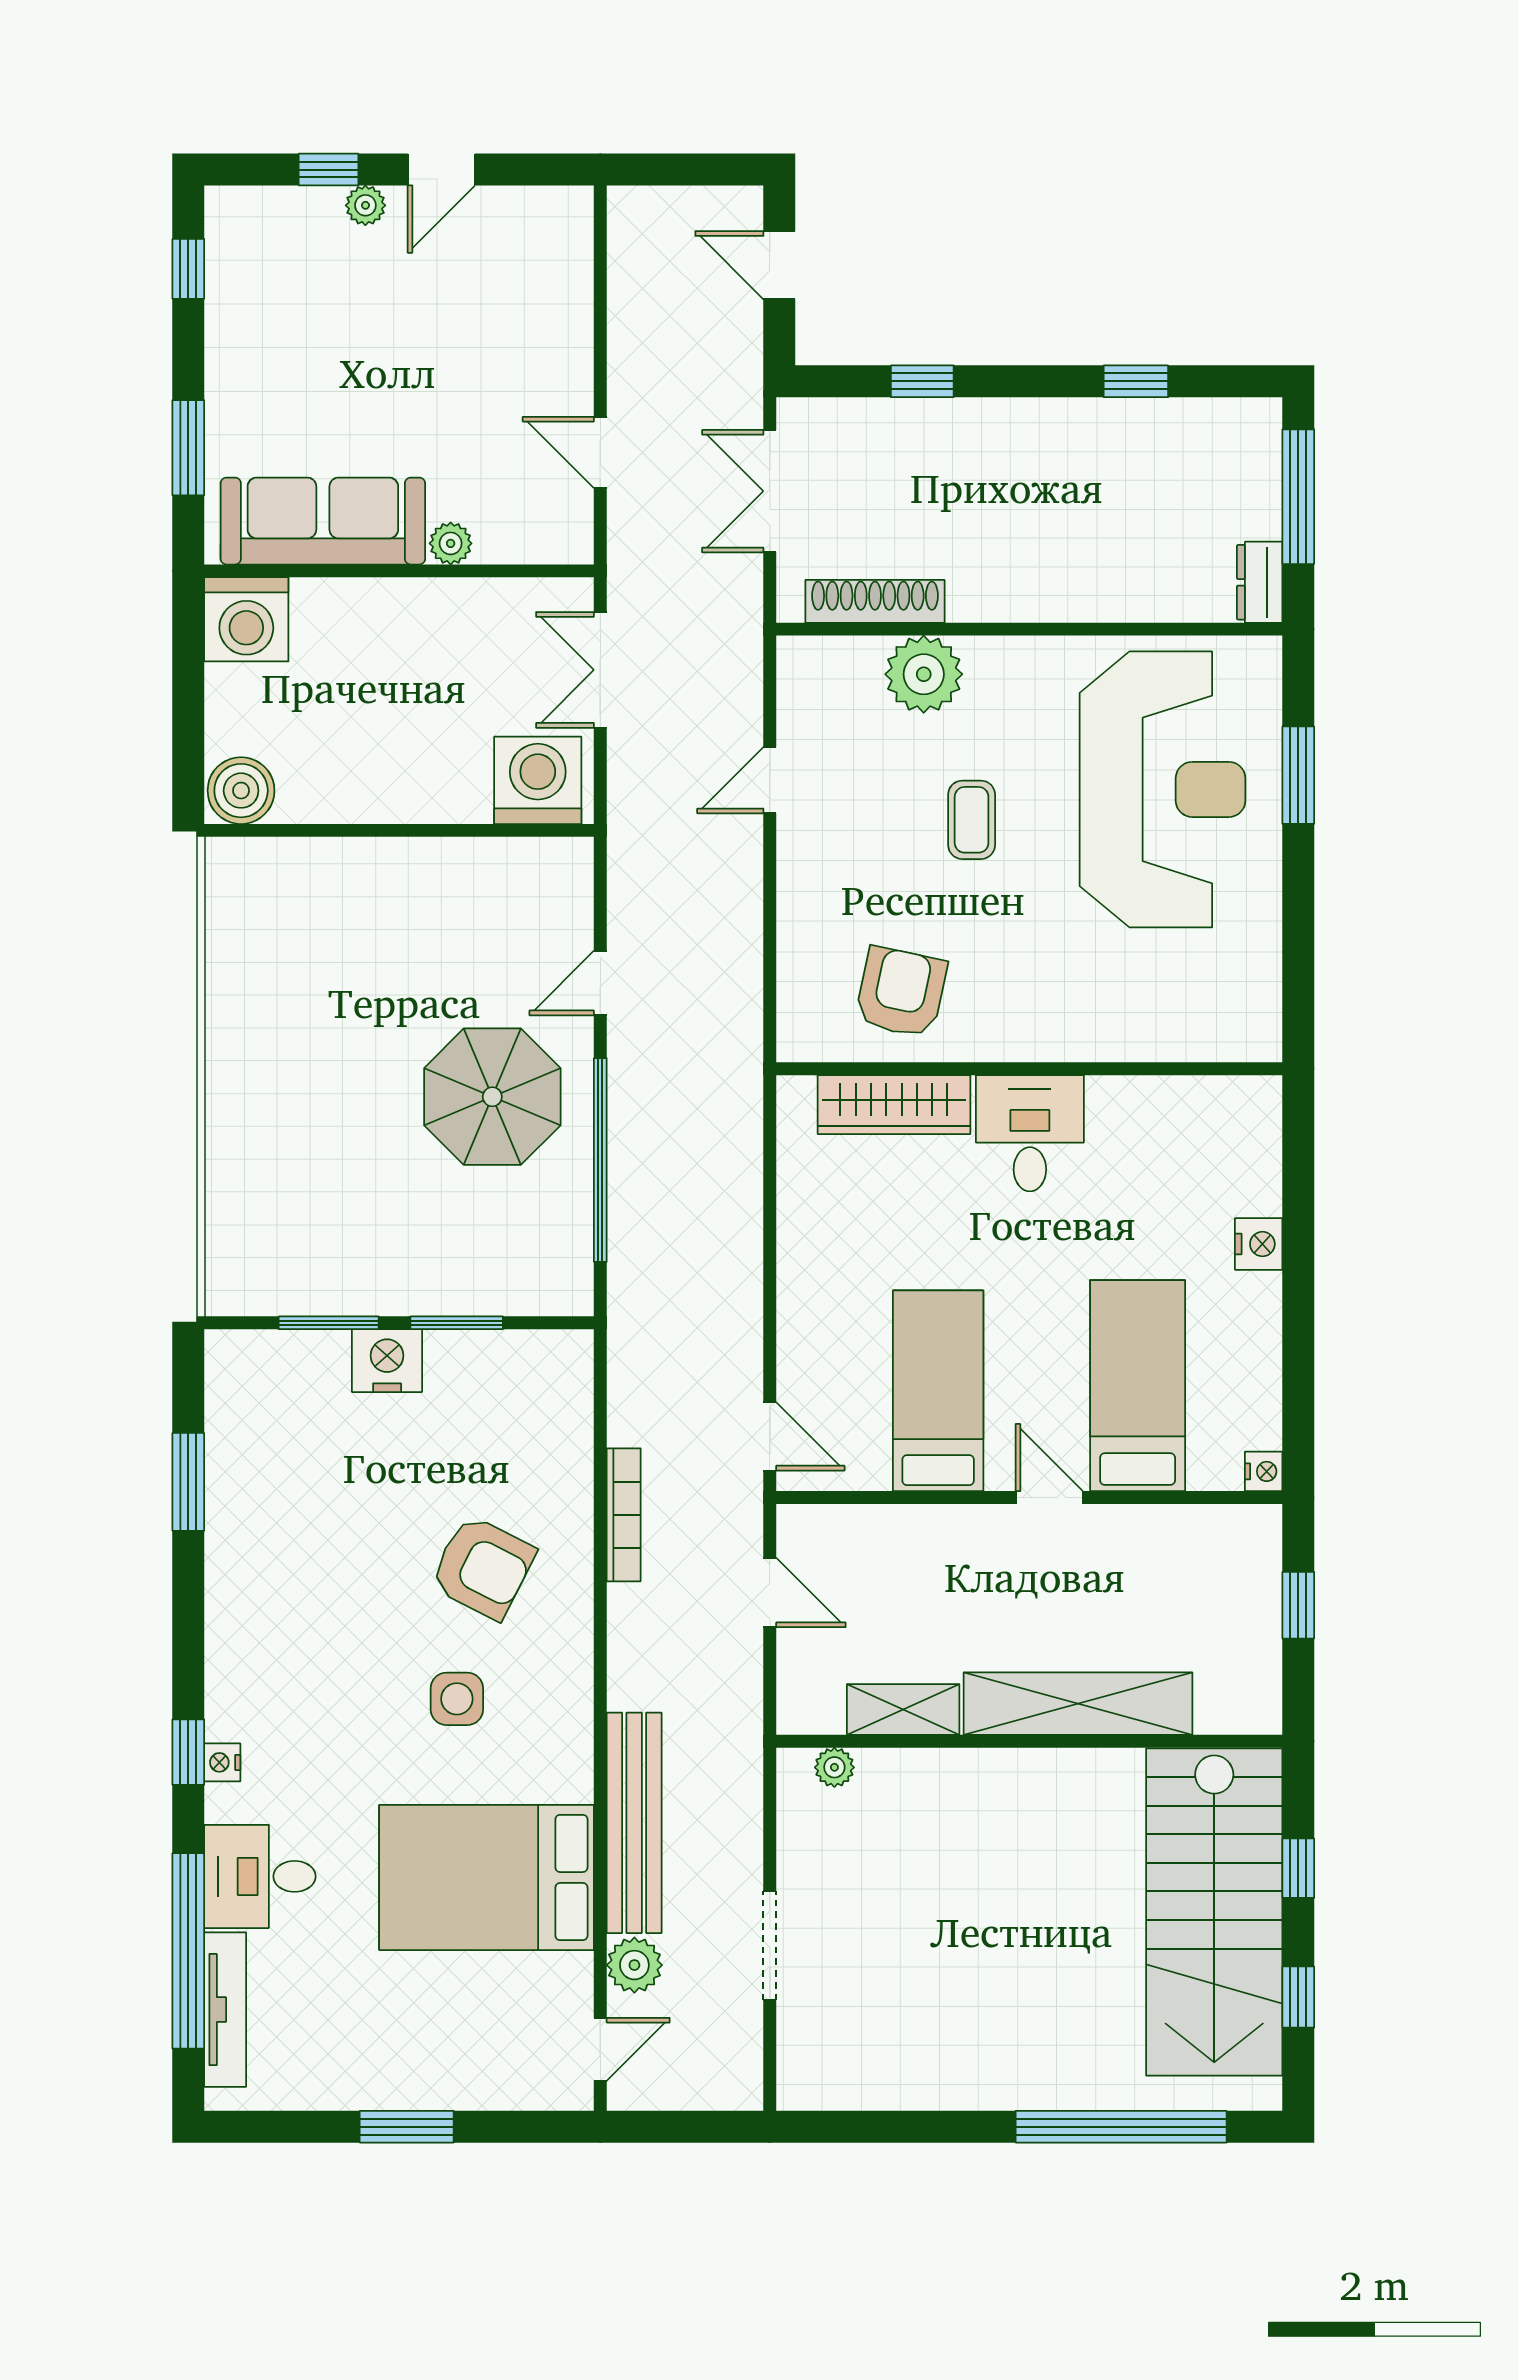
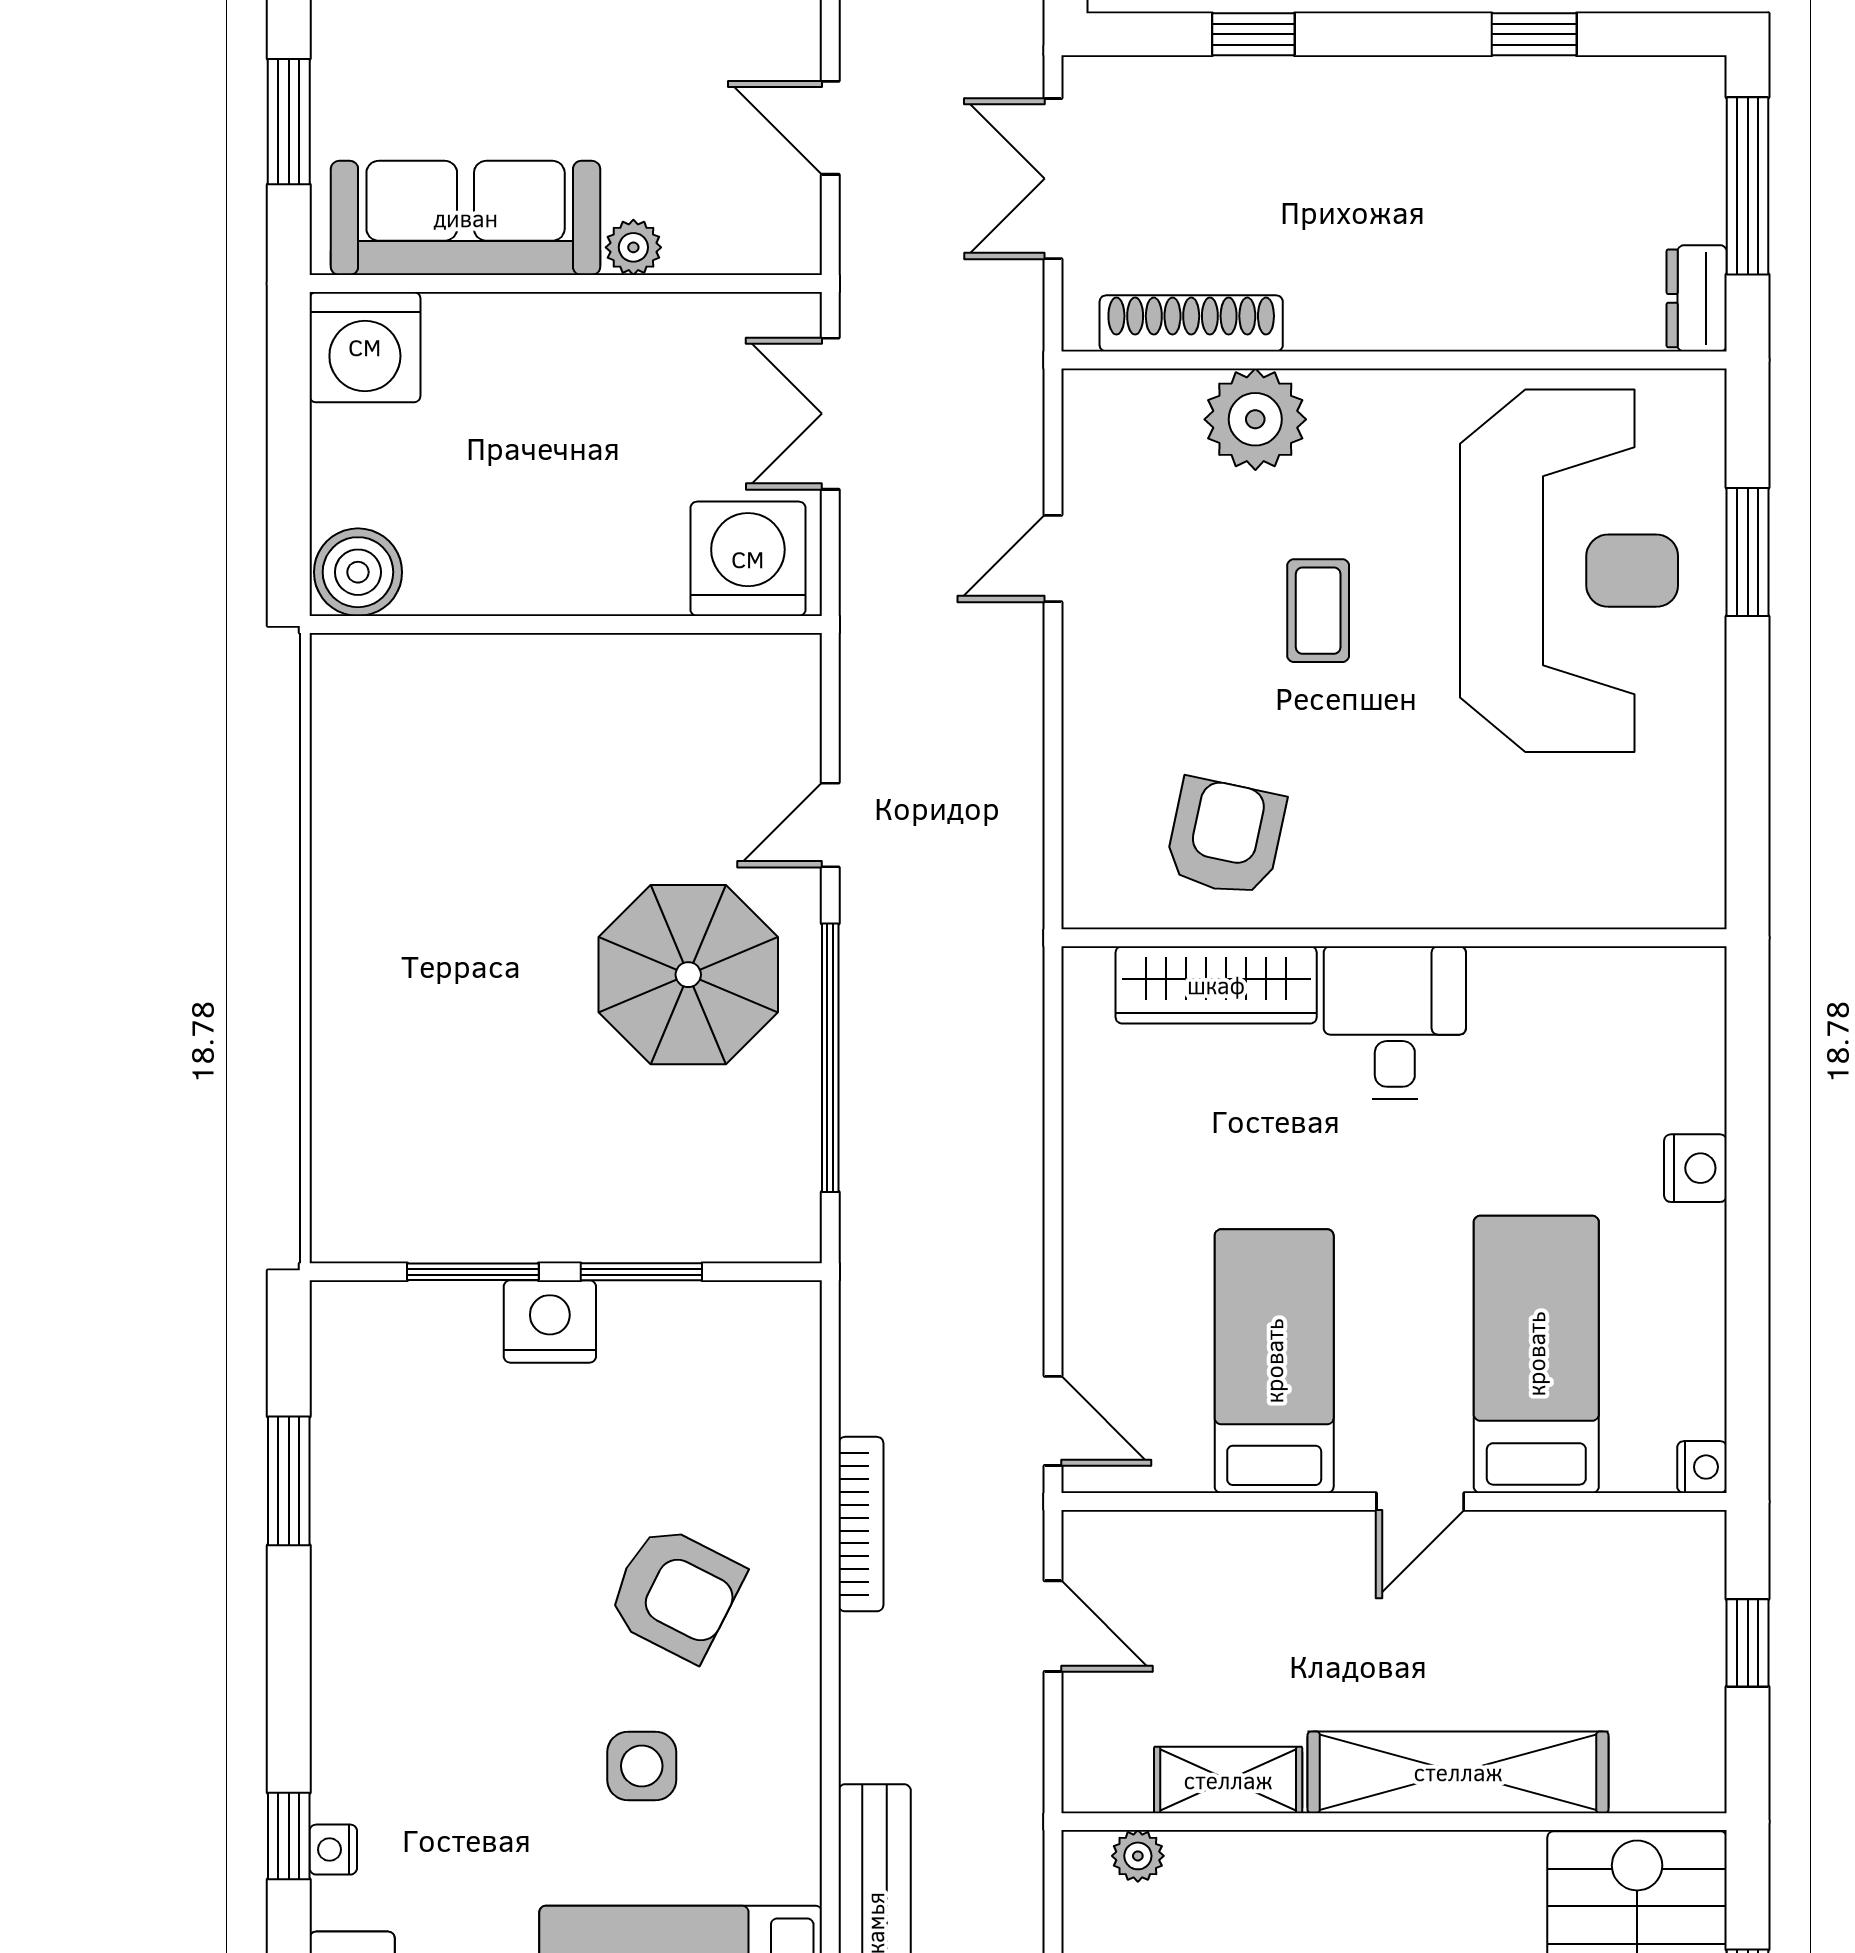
door: (1049, 1498) -> (1420, 1501), swing flipped

